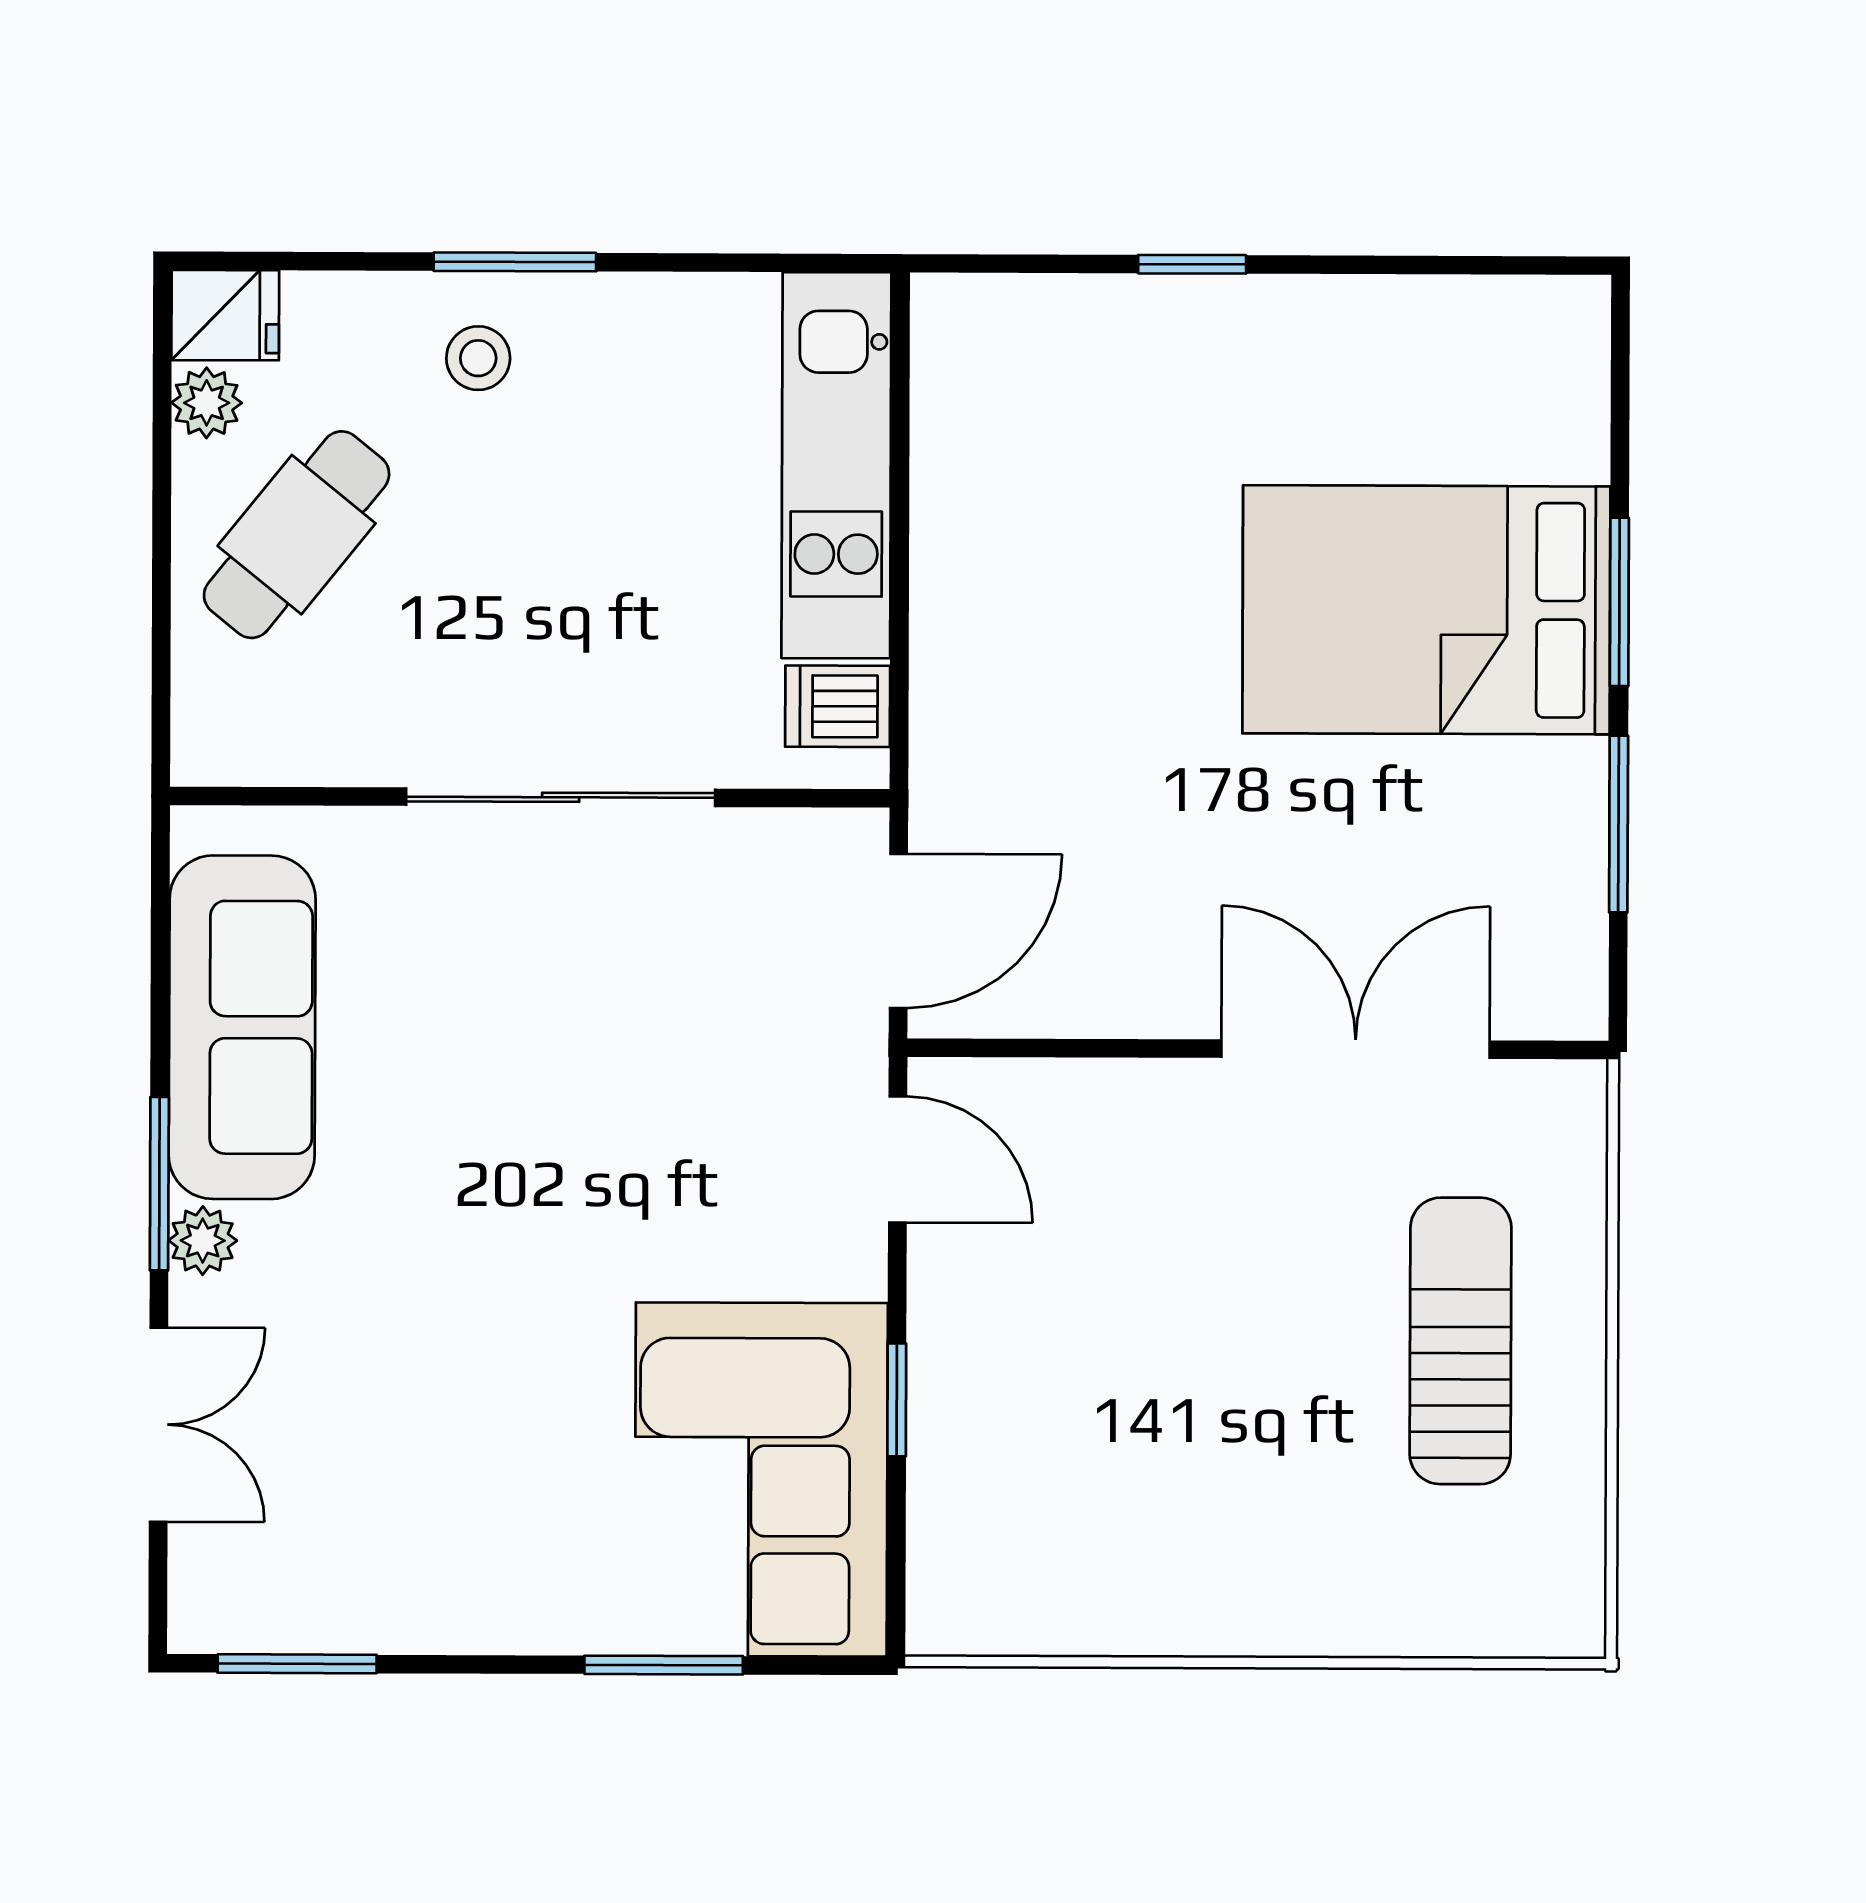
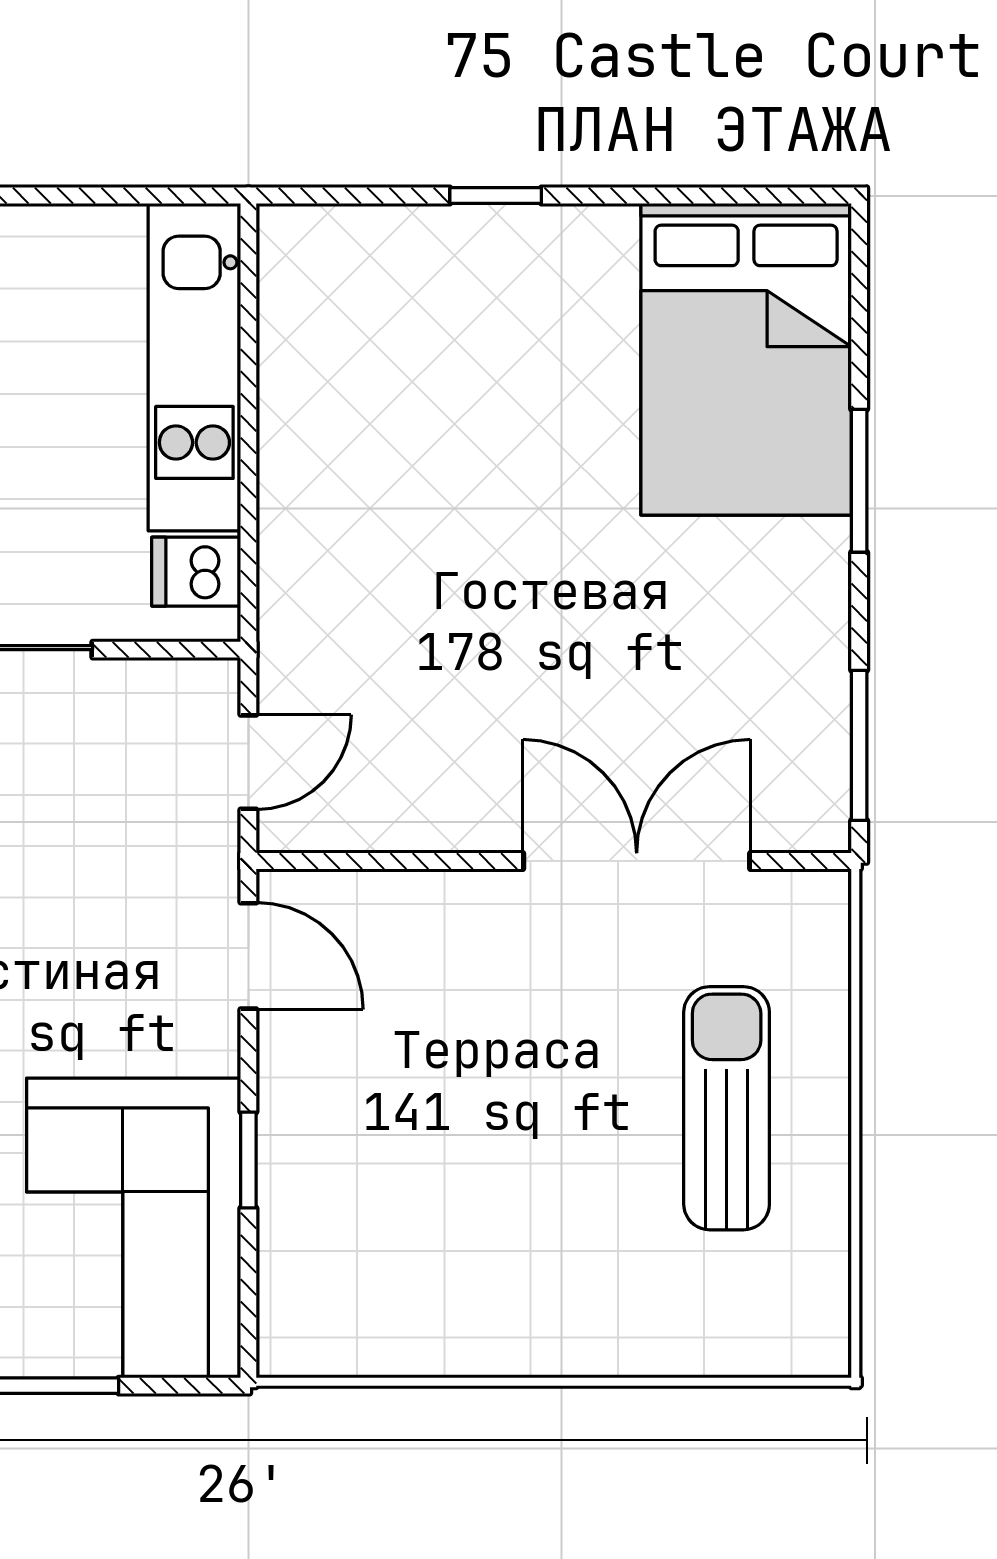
bed: (1426, 610) -> (746, 359), moved, turned -90
window: (1619, 824) -> (859, 745), moved
door: (898, 931) -> (248, 762), width x0.73

